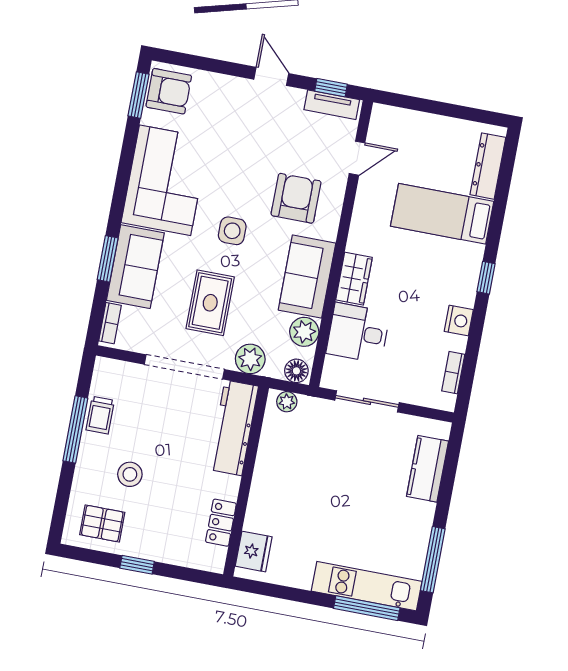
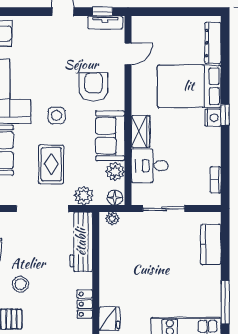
bed: (442, 214) -> (189, 86), width x1.50
nightstand: (459, 321) -> (213, 118), moved

